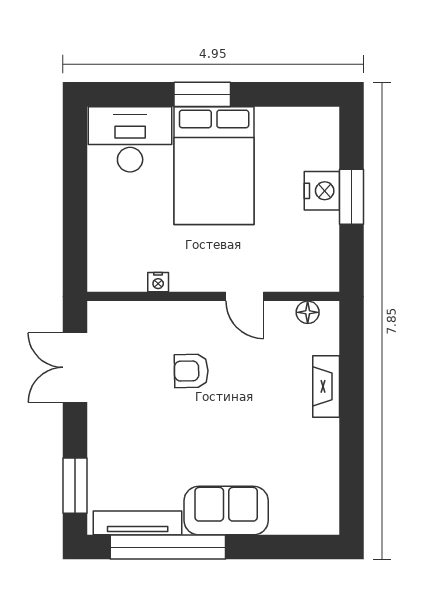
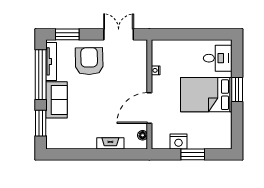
desk: (130, 139) -> (218, 58), width x0.73
nightstand: (322, 191) -> (178, 142), moved
door: (245, 296) -> (149, 108), width x1.87
armchair: (191, 371) -> (89, 61), moved, width x1.88, depth x1.88
window: (280, 547) -> (41, 123), added

